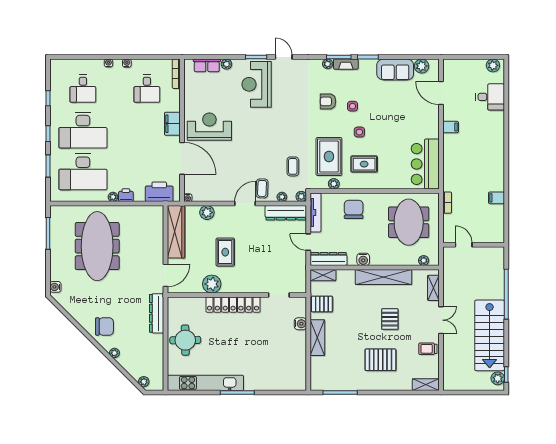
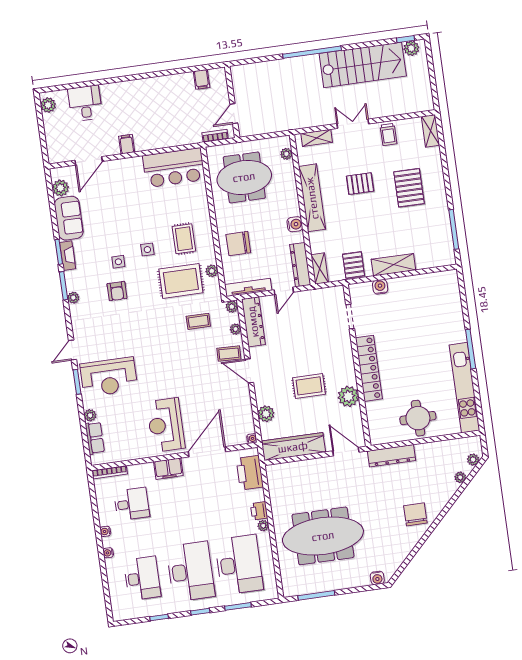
fireplace: (346, 64) -> (68, 256), moved
desk: (83, 89) -> (142, 578), width x1.37
door: (464, 245) -> (234, 114), moved
wall: (474, 245) -> (232, 102), moved
plant: (114, 353) -> (460, 477), moved

